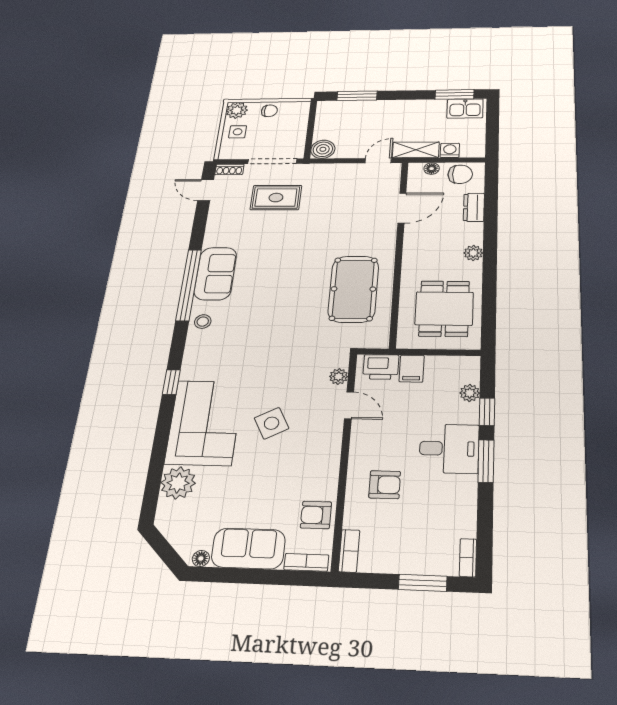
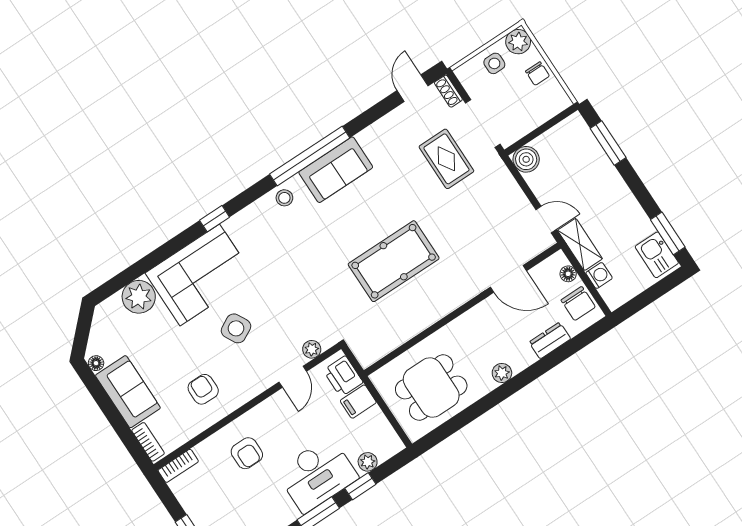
pool table: (353, 289) -> (394, 261), moved
desk: (449, 449) -> (317, 475), width x1.37
armchair: (316, 515) -> (203, 389), moved

